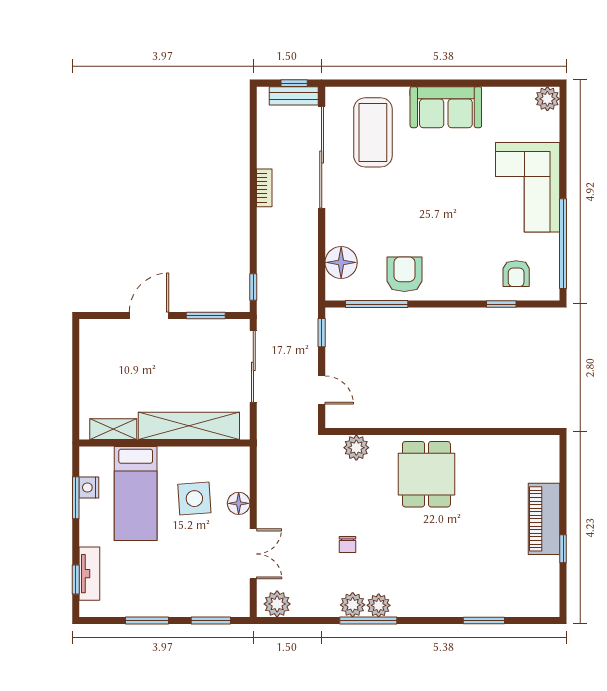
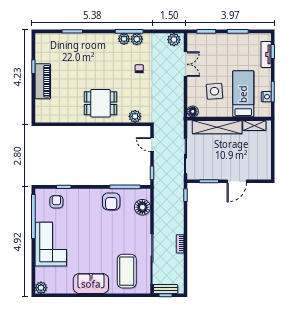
dining table: (426, 474) -> (100, 103), turned 90
floor lamp: (239, 503) -> (193, 111), moved
double door: (253, 554) -> (185, 64), swing flipped

